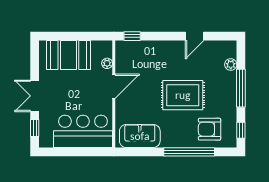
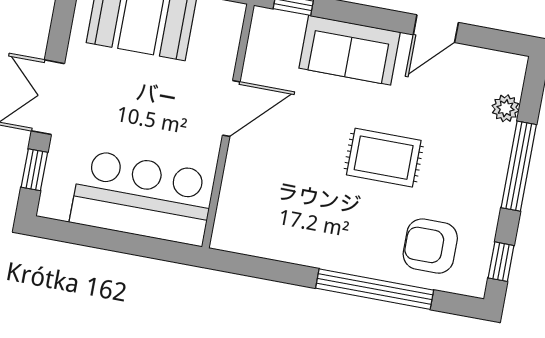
plant: (107, 63) -> (226, 54), removed
rug: (183, 95) -> (384, 158), width x0.73, depth x0.70
sofa: (140, 136) -> (350, 50), moved, turned 180

